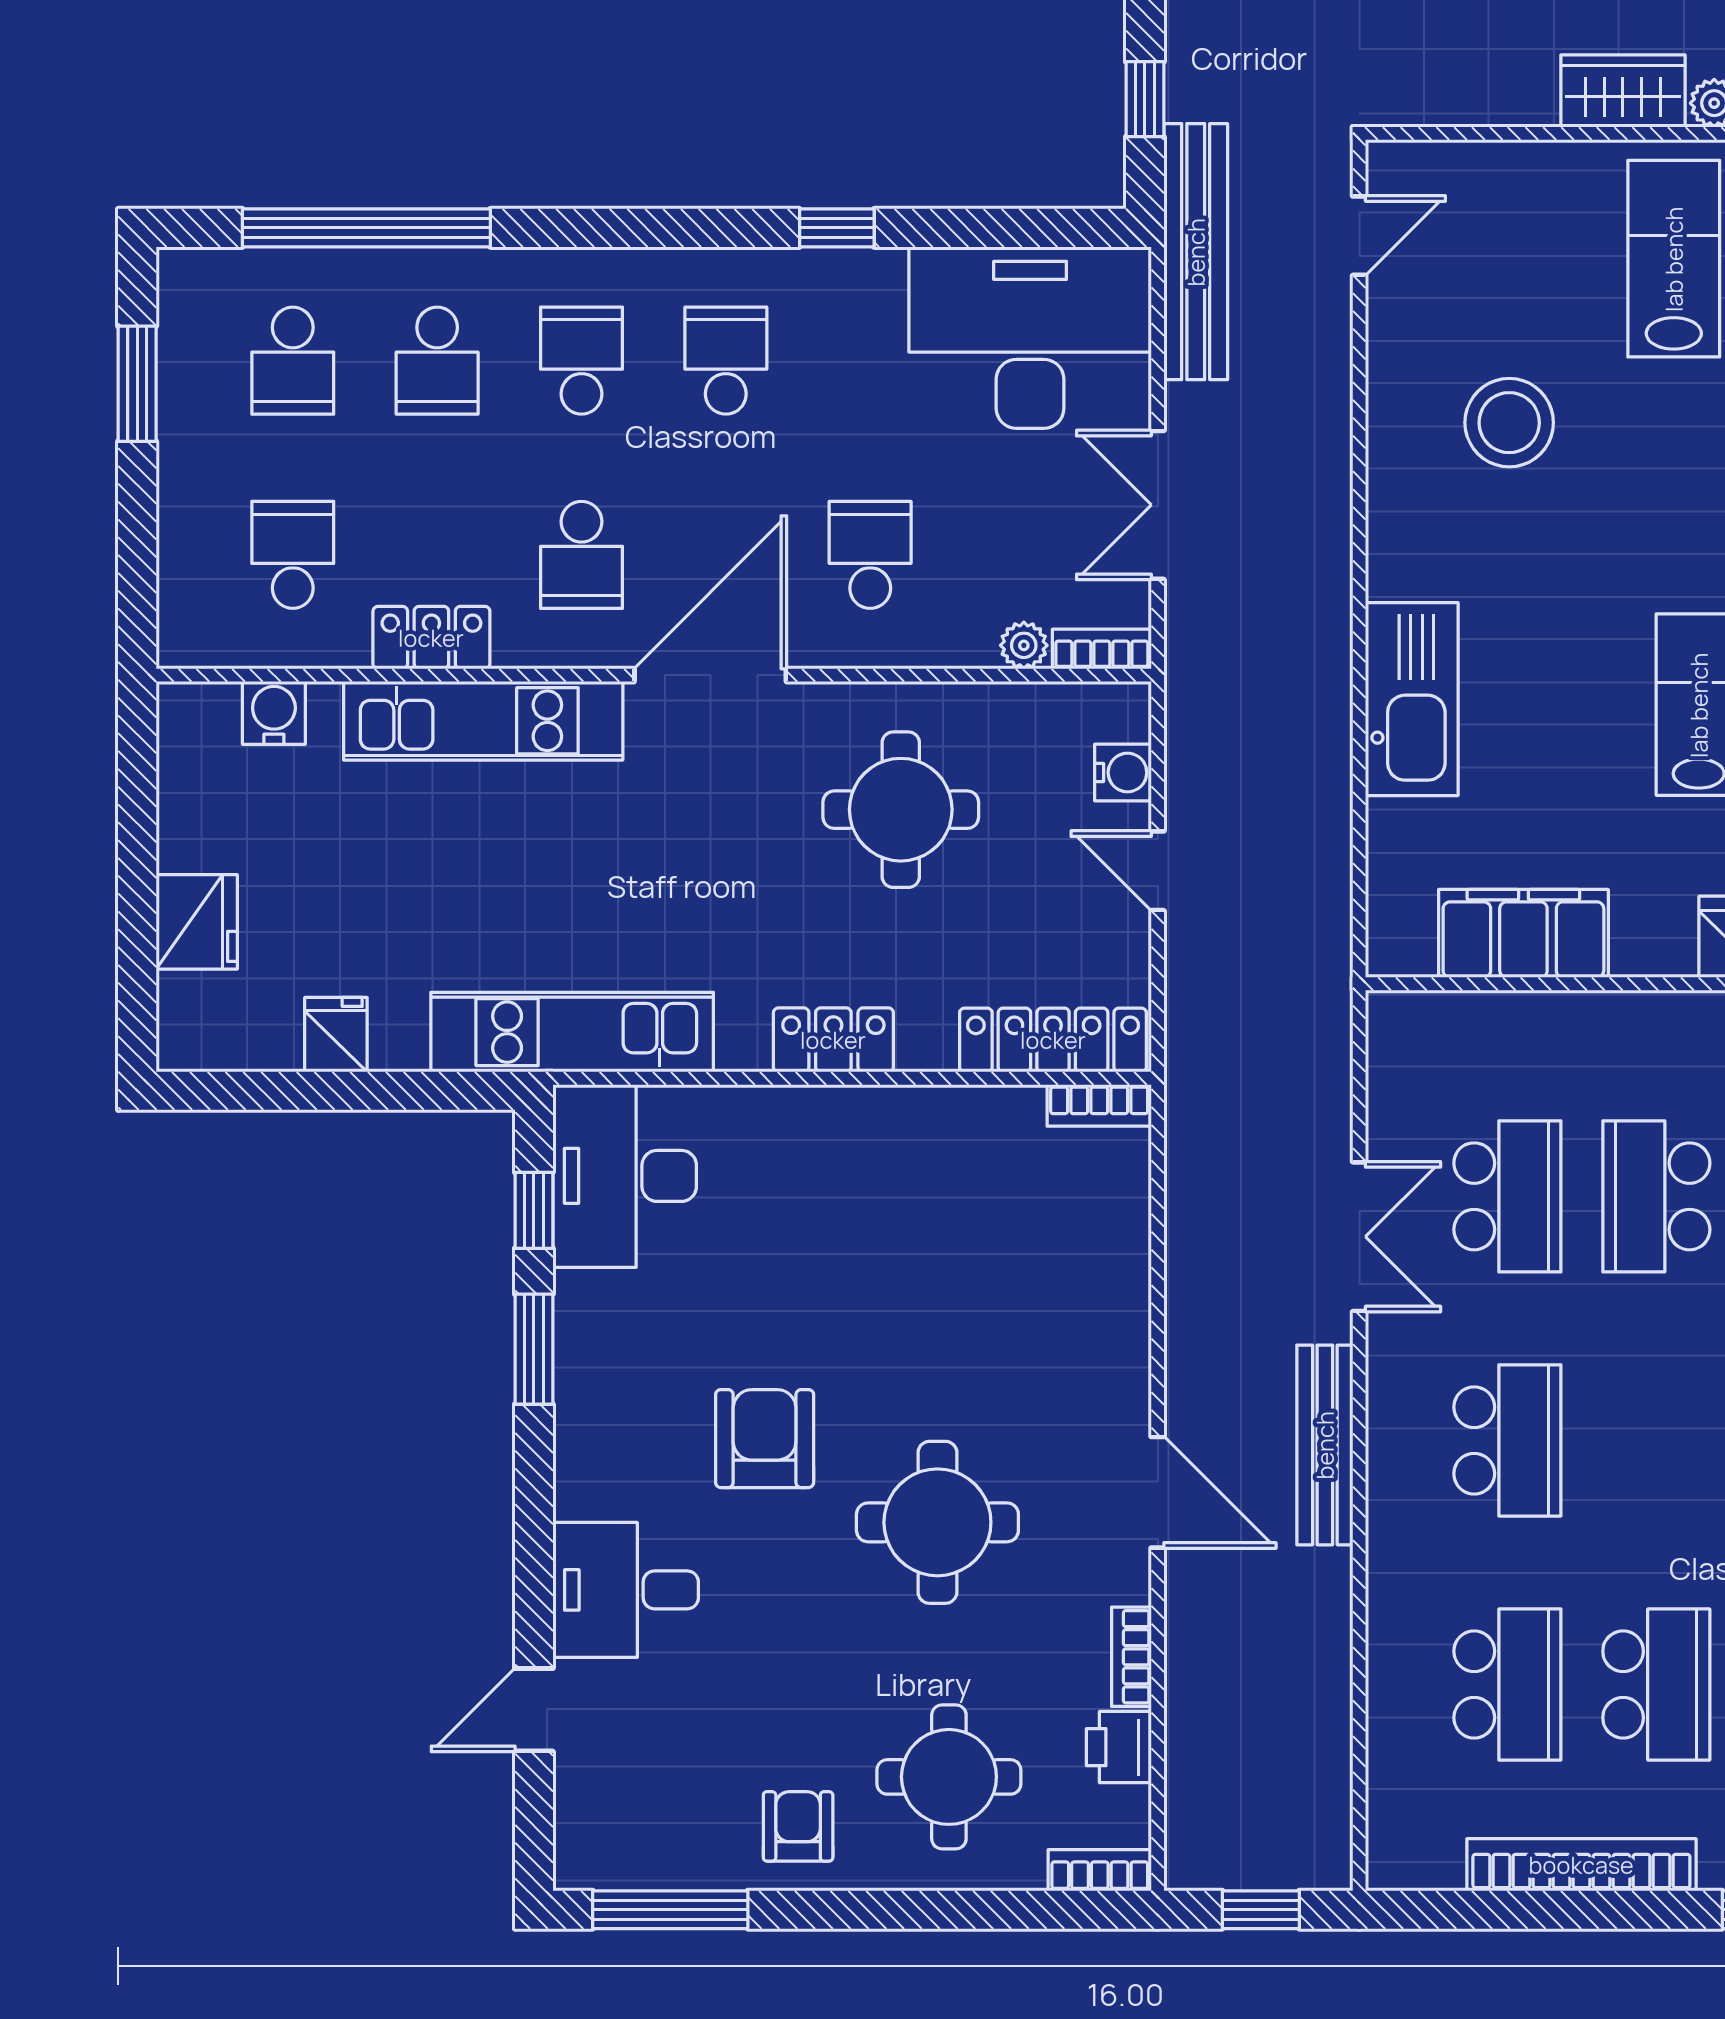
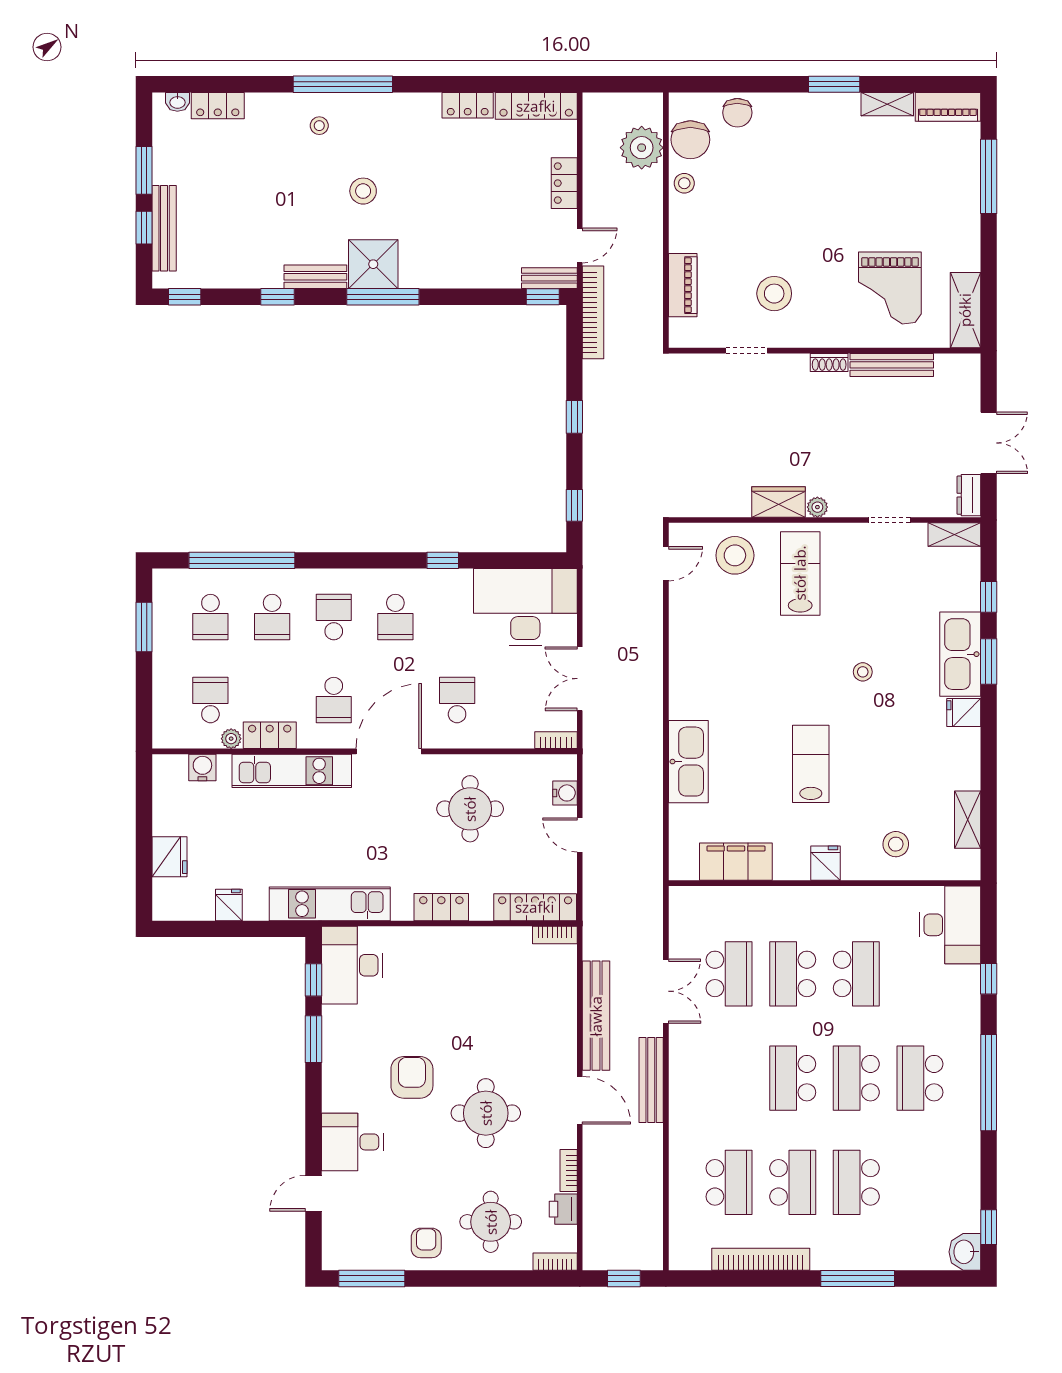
bench: (1196, 252) -> (596, 1016), moved
school desk: (726, 361) -> (395, 617), turned 180
stool: (1509, 423) -> (735, 555), moved
plant: (1024, 645) -> (231, 739), moved
school desk: (1507, 1440) -> (793, 1078), moved, turned 180

